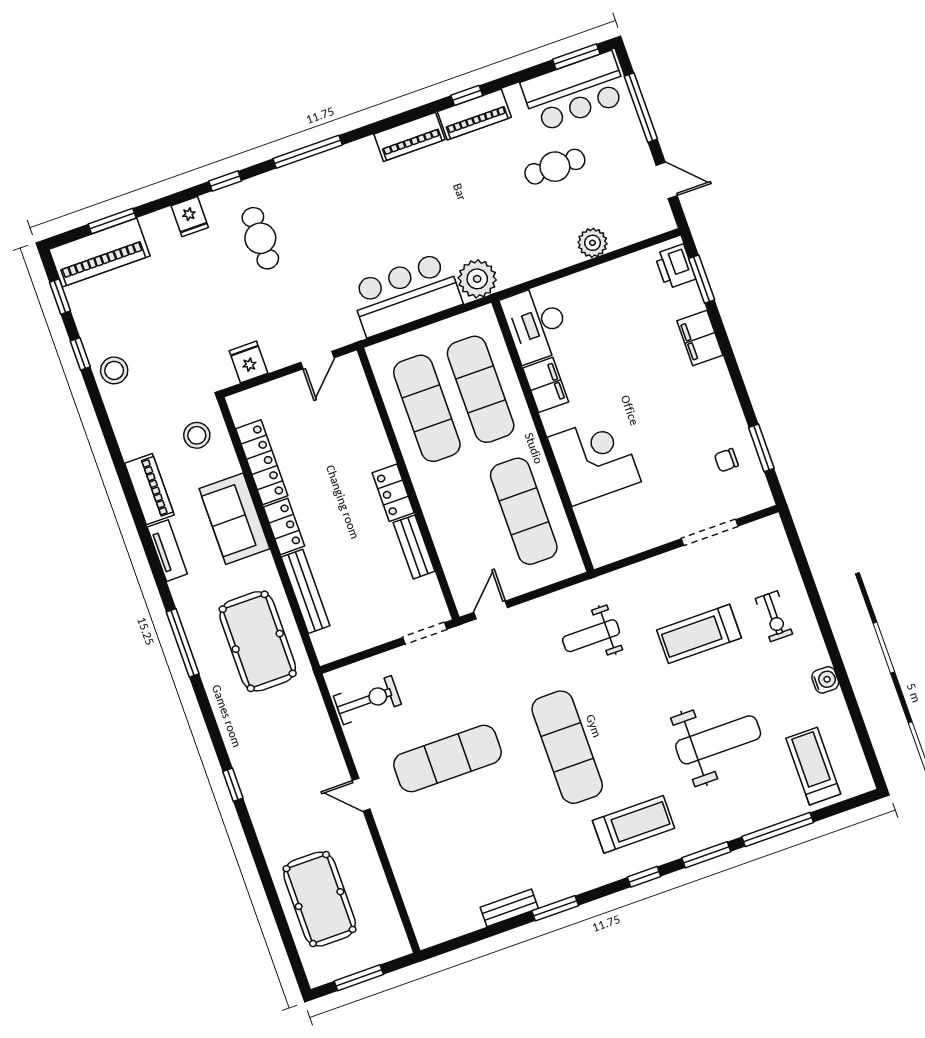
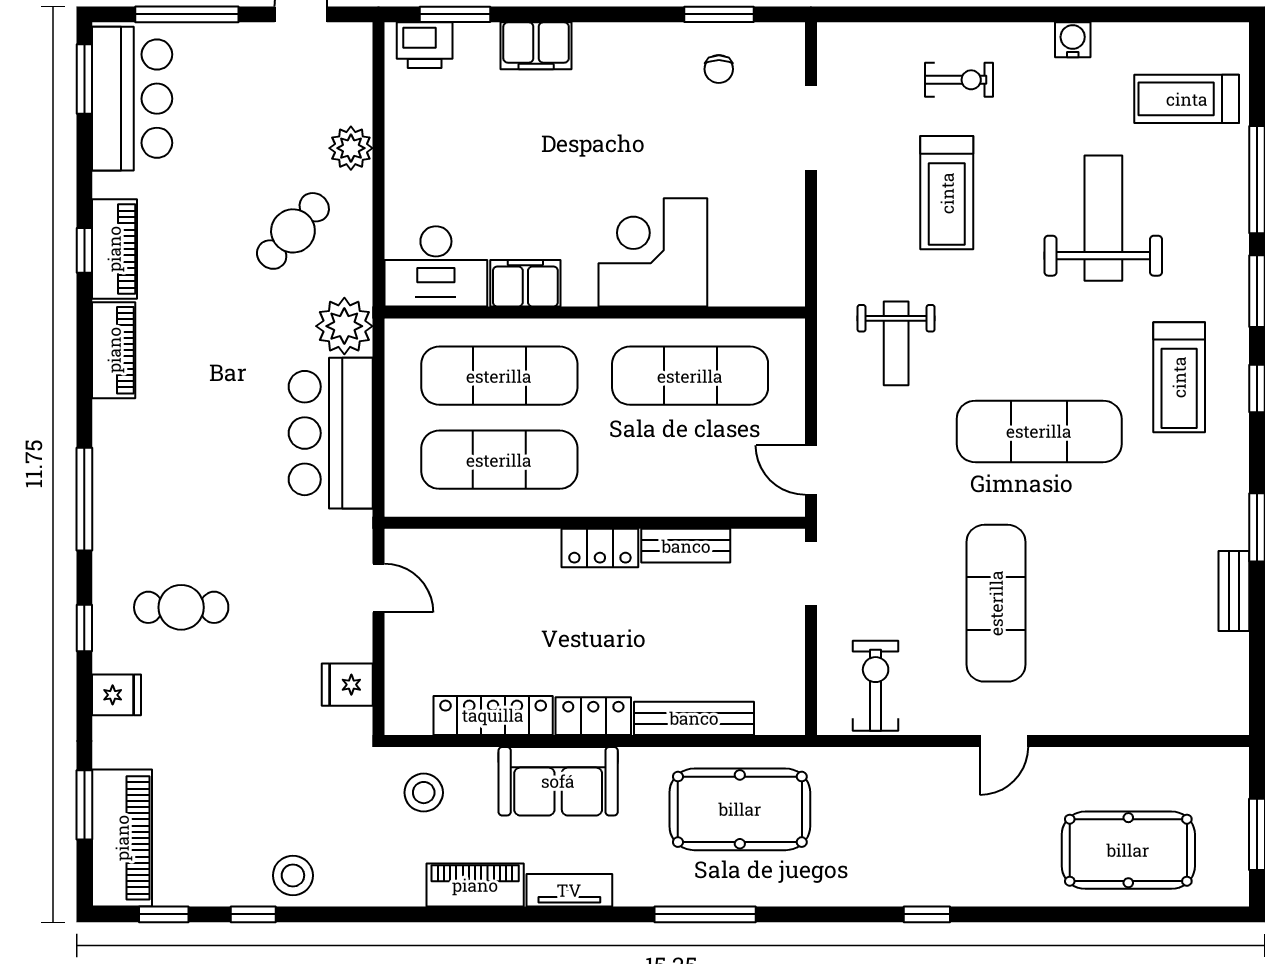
cafe table: (555, 167) -> (293, 231), moved, turned 42
treadmill: (634, 824) -> (1179, 377), turned 180

